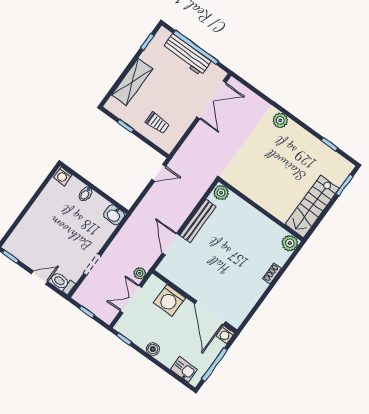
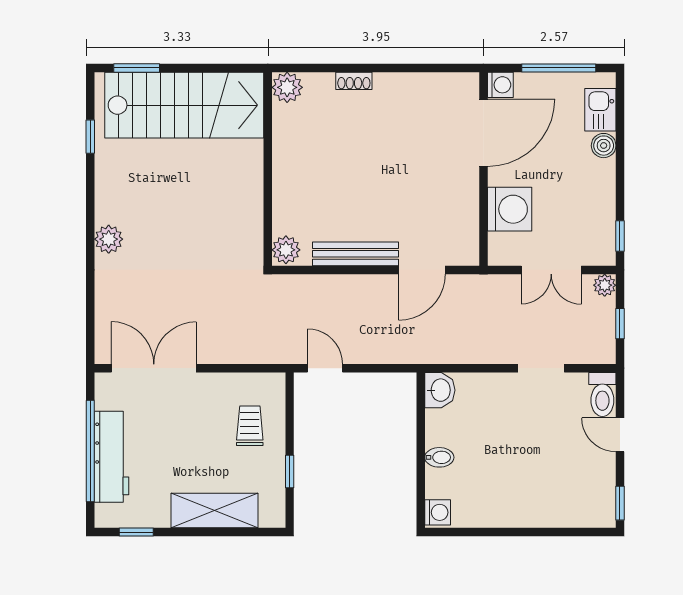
stairs: (312, 206) -> (184, 105), width x1.36, depth x1.51
plant: (140, 273) -> (605, 285), moved
boiler: (153, 349) -> (604, 146), moved

